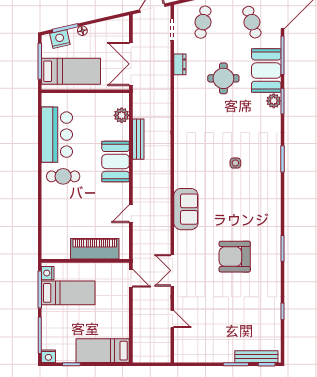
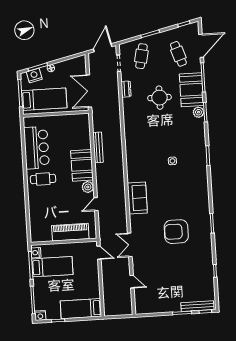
plant: (122, 115) -> (88, 187), moved

